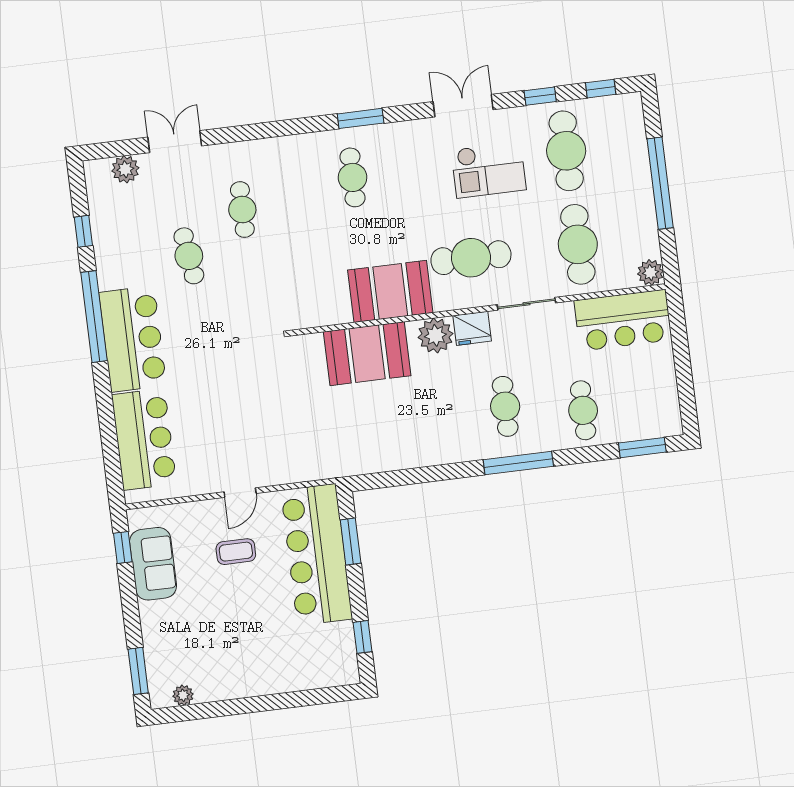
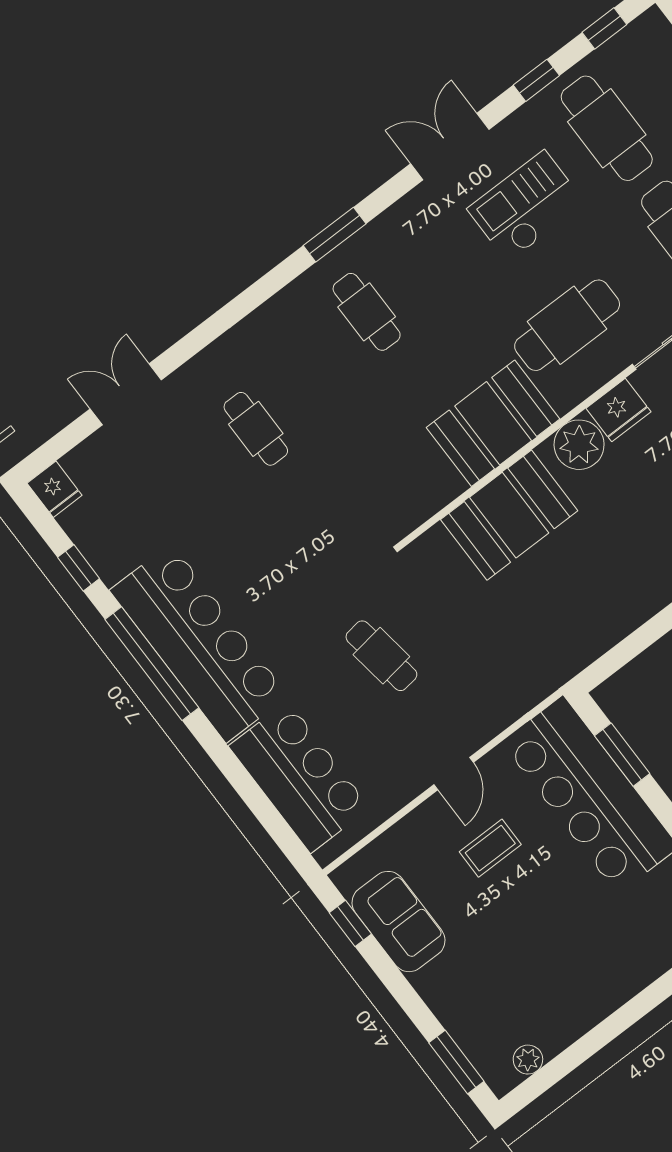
plant: (125, 169) -> (85, 463), removed
checkout: (489, 170) -> (526, 206), turned 180
fridge: (97, 174) -> (55, 489), added
cafe table: (189, 256) -> (381, 656), moved
bar counter: (133, 339) -> (199, 643), width x1.36

